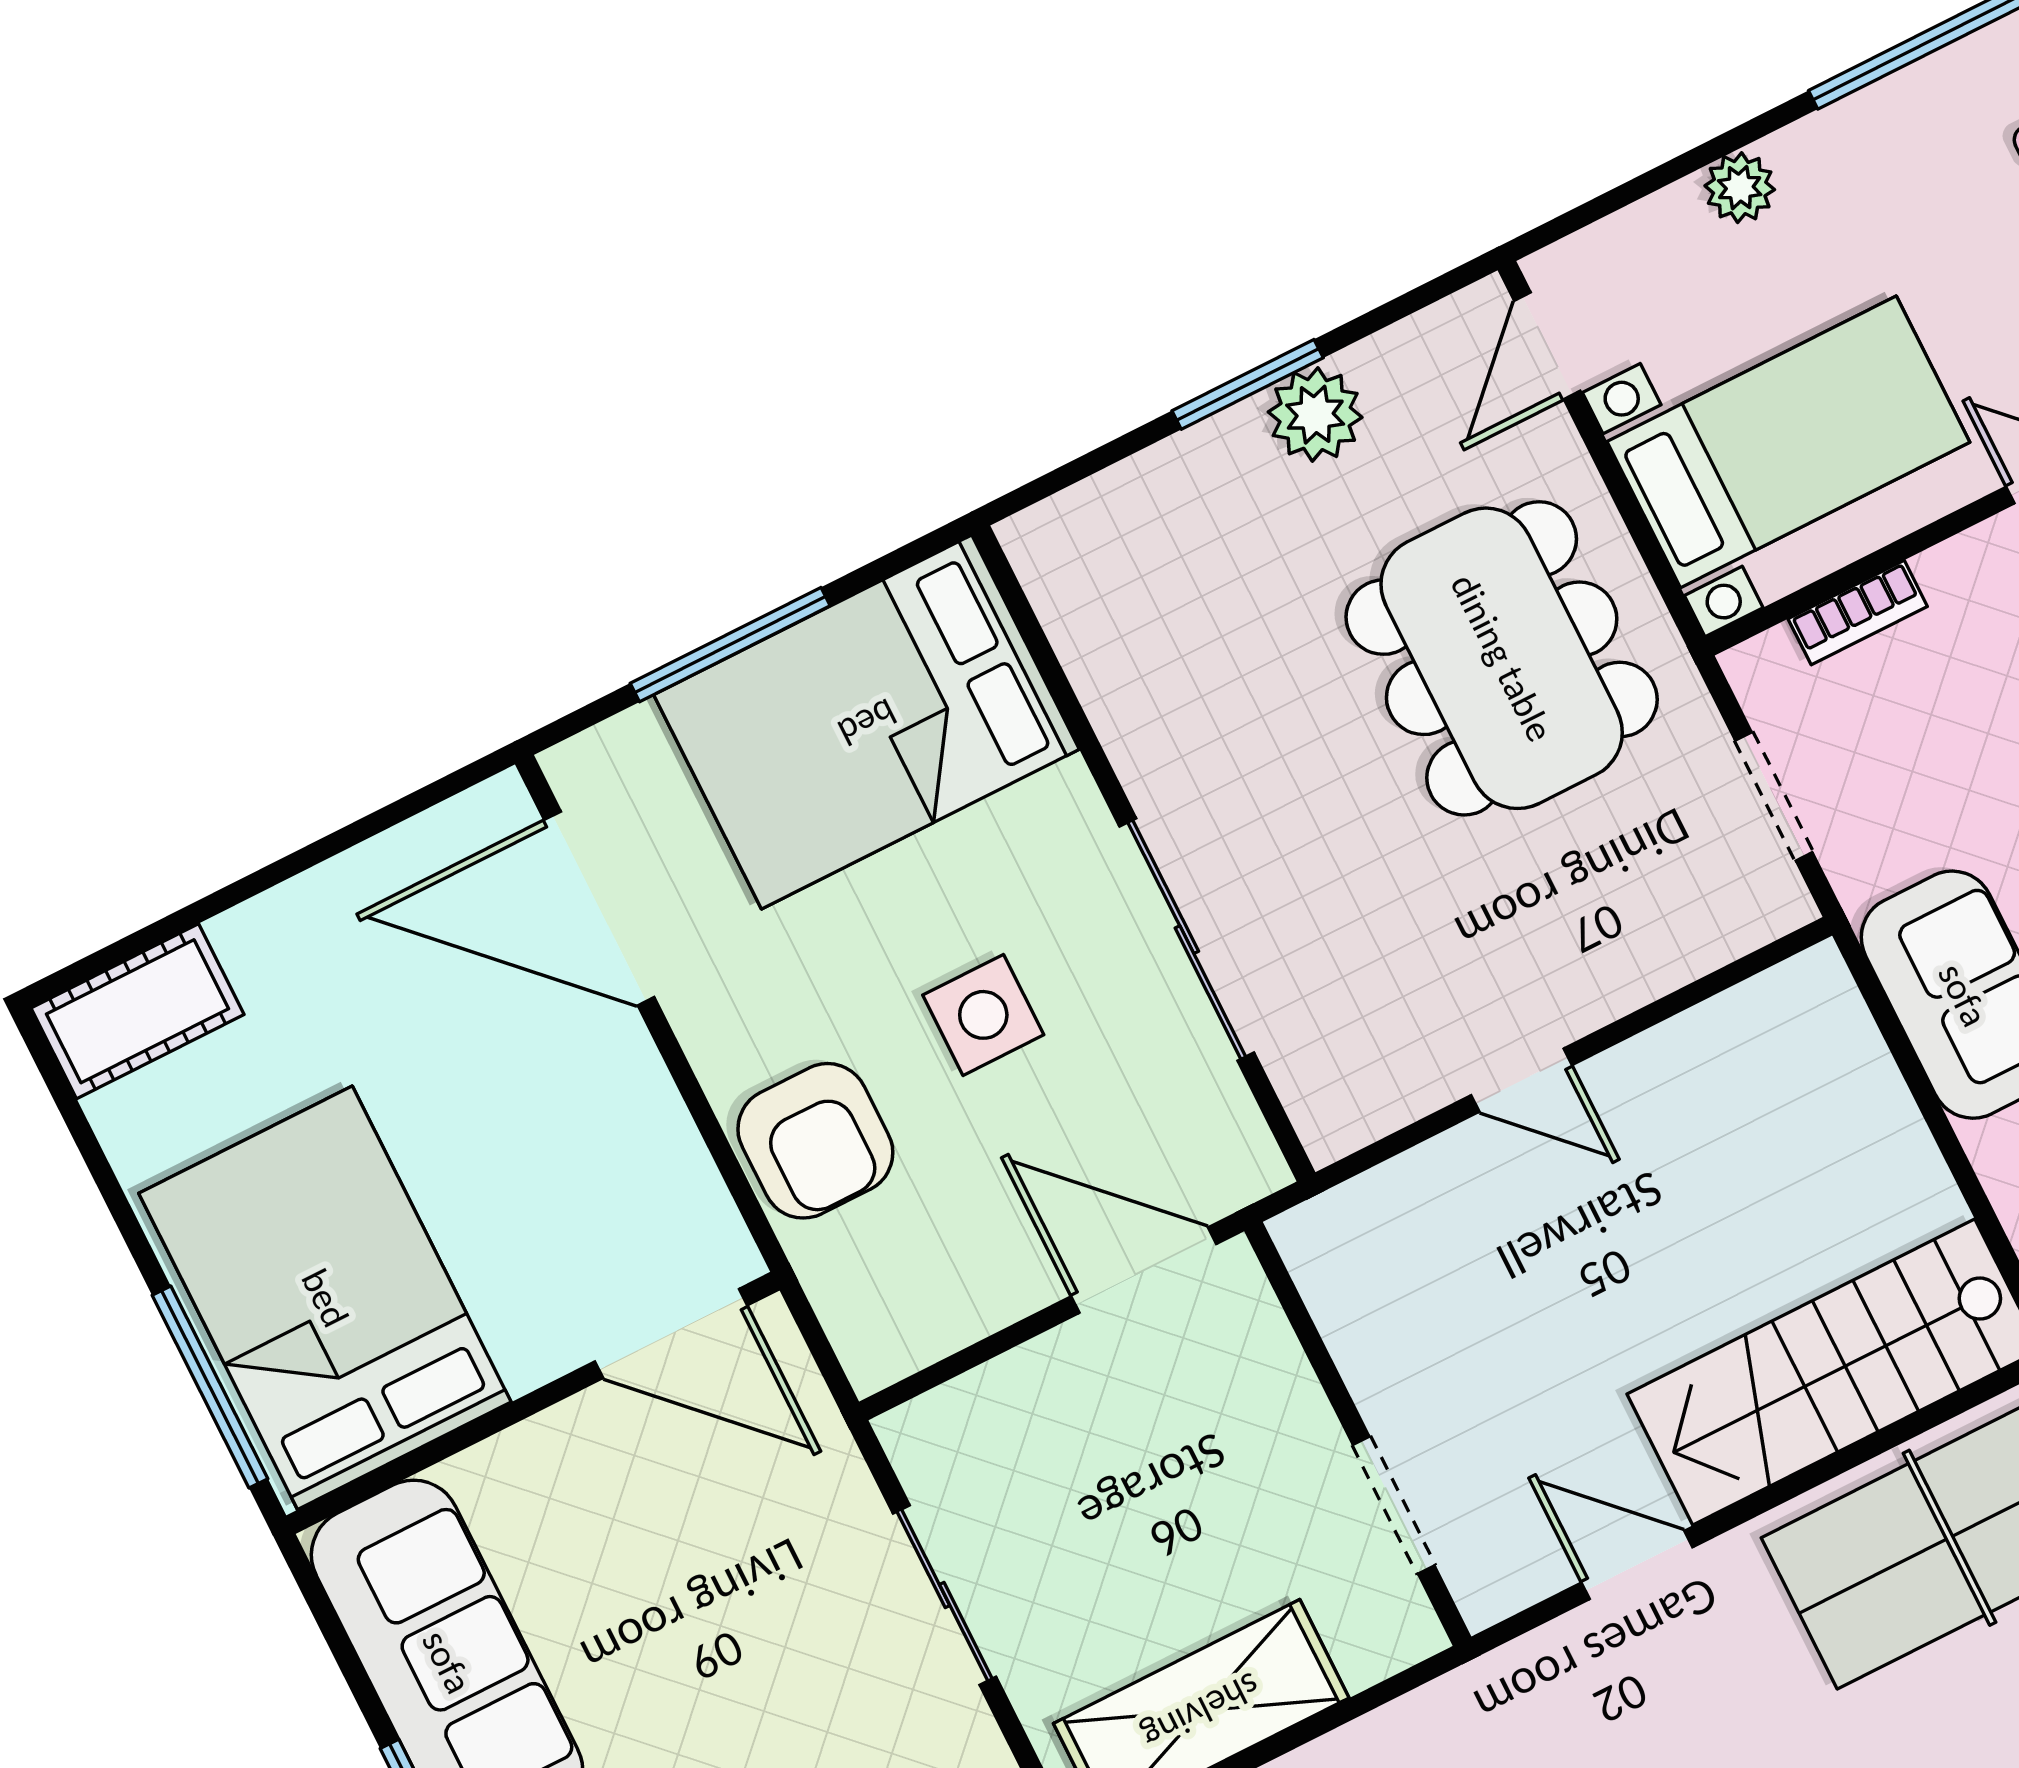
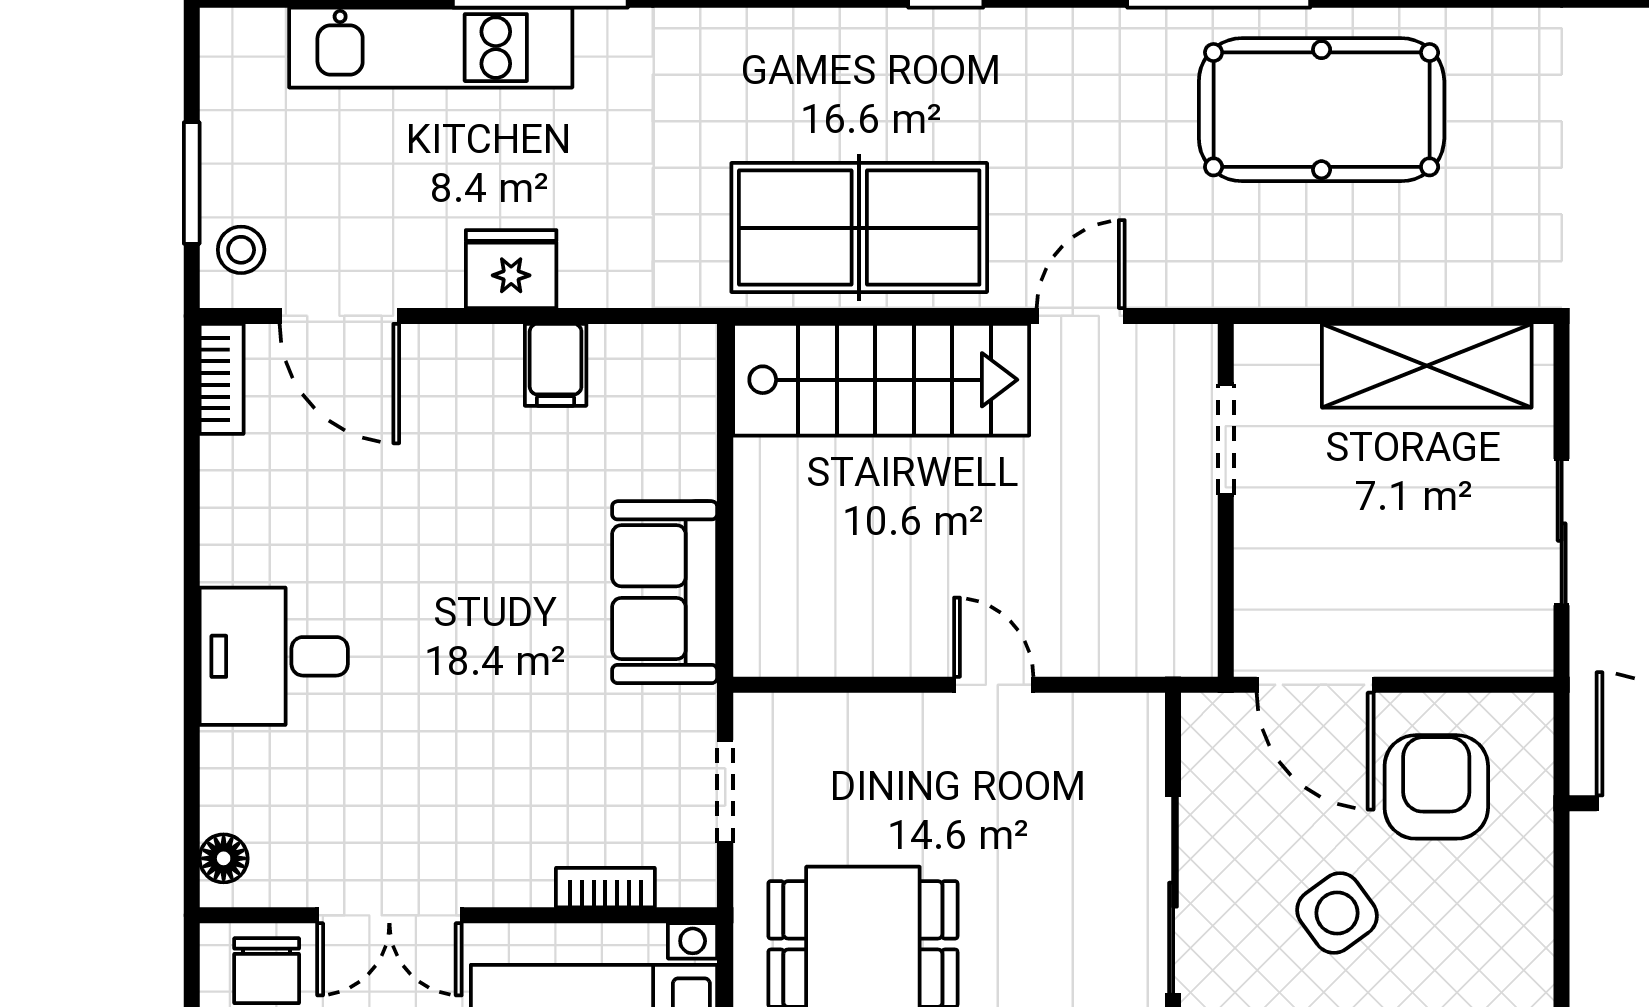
side table: (983, 1015) -> (1337, 913), turned -36
armchair: (815, 1141) -> (1436, 787), moved
door: (1637, 1565) -> (1081, 316), swing flipped

